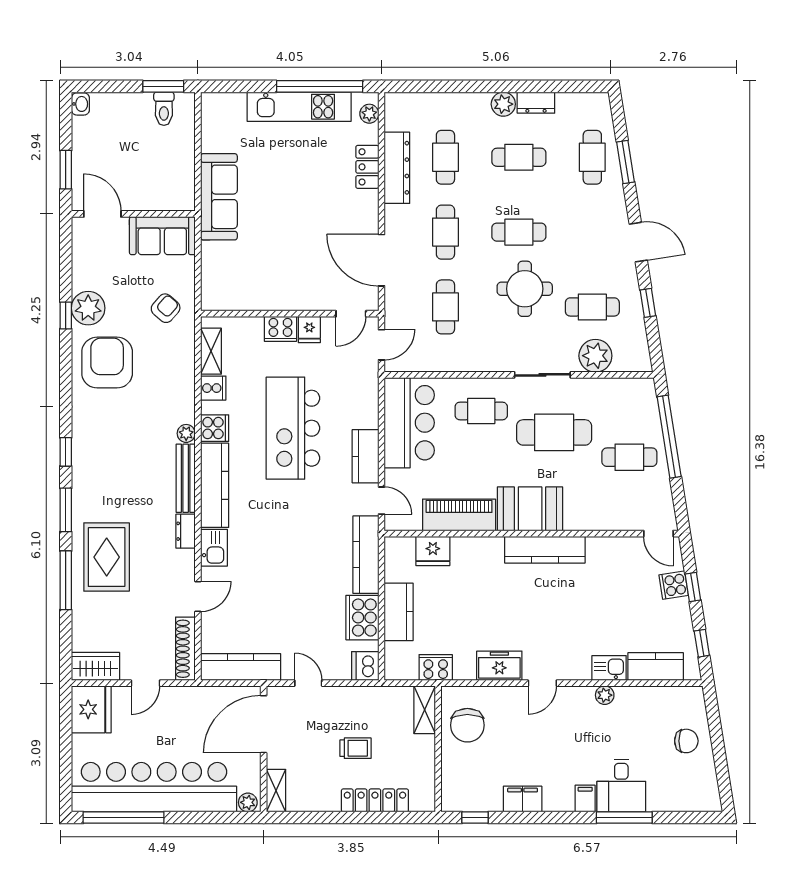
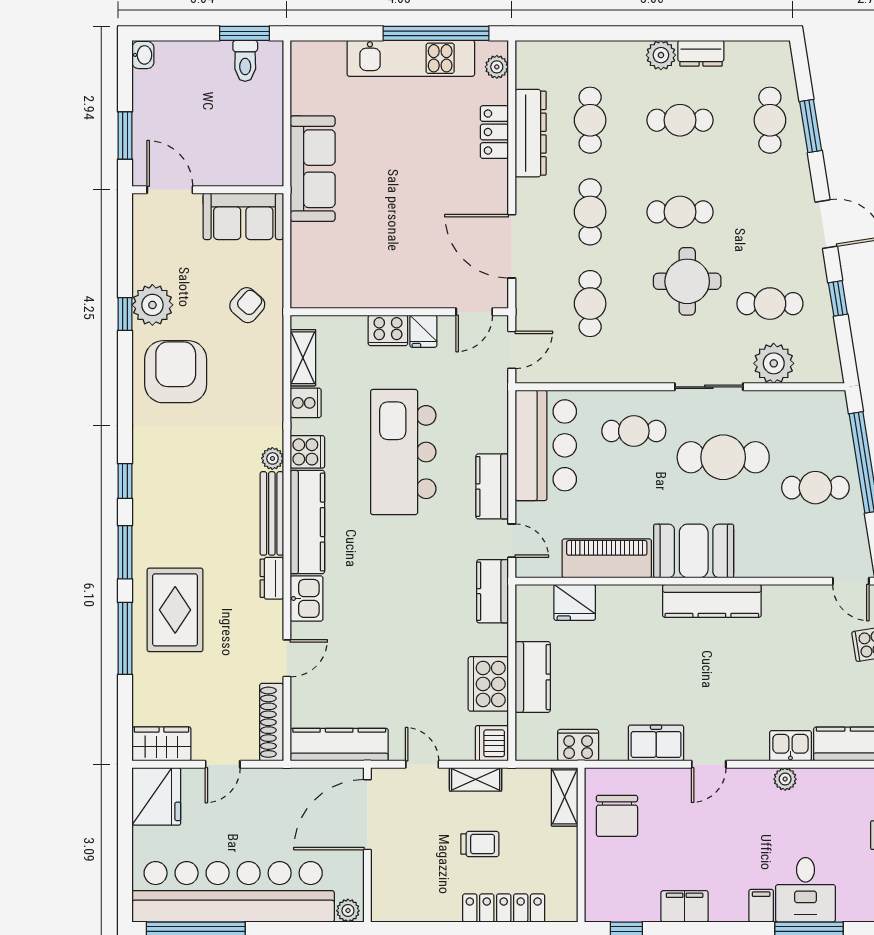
kitchen counter: (366, 555) -> (493, 591), width x0.67
shelving: (276, 791) -> (476, 779), moved, turned 90

